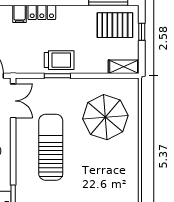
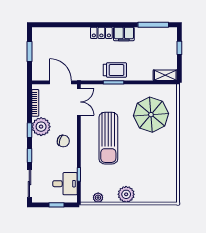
filing cabinet: (20, 14) -> (124, 34), moved, width x2.00
pallet: (115, 25) -> (158, 43), removed
sun lounger: (51, 147) -> (108, 138), turned 180

